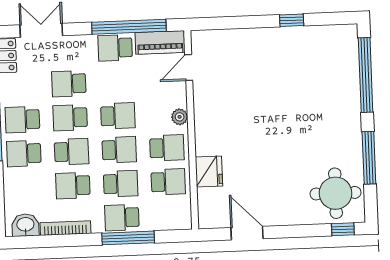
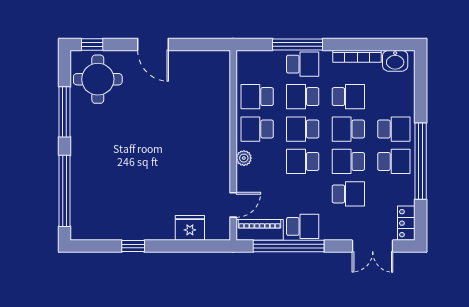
school desk: (70, 118) -> (348, 161), turned 180
fridge: (209, 171) -> (190, 228), moved, turned 90
door: (247, 233) -> (153, 44), moved

